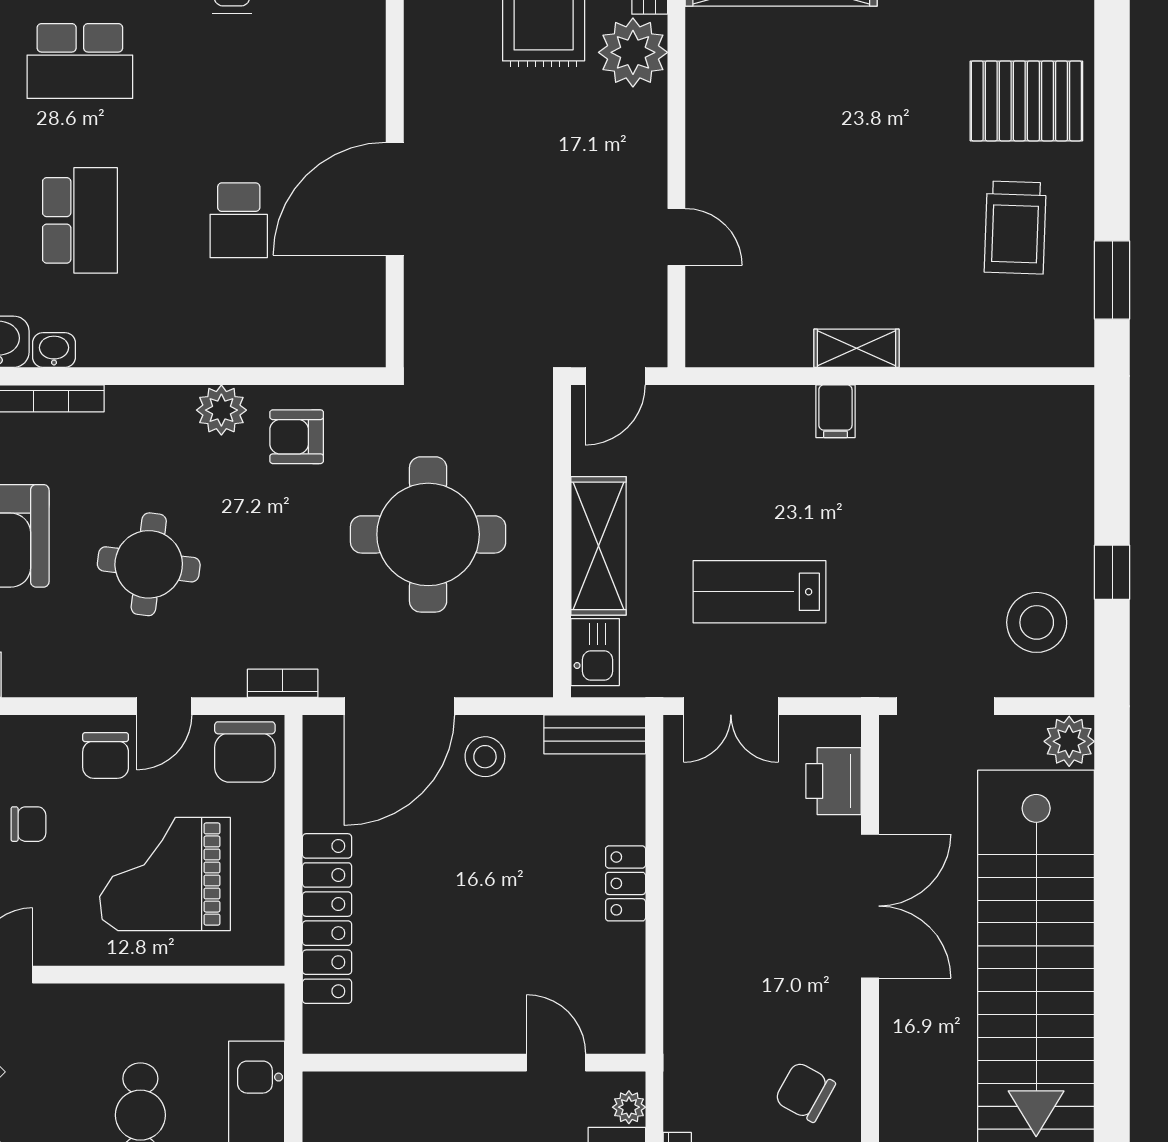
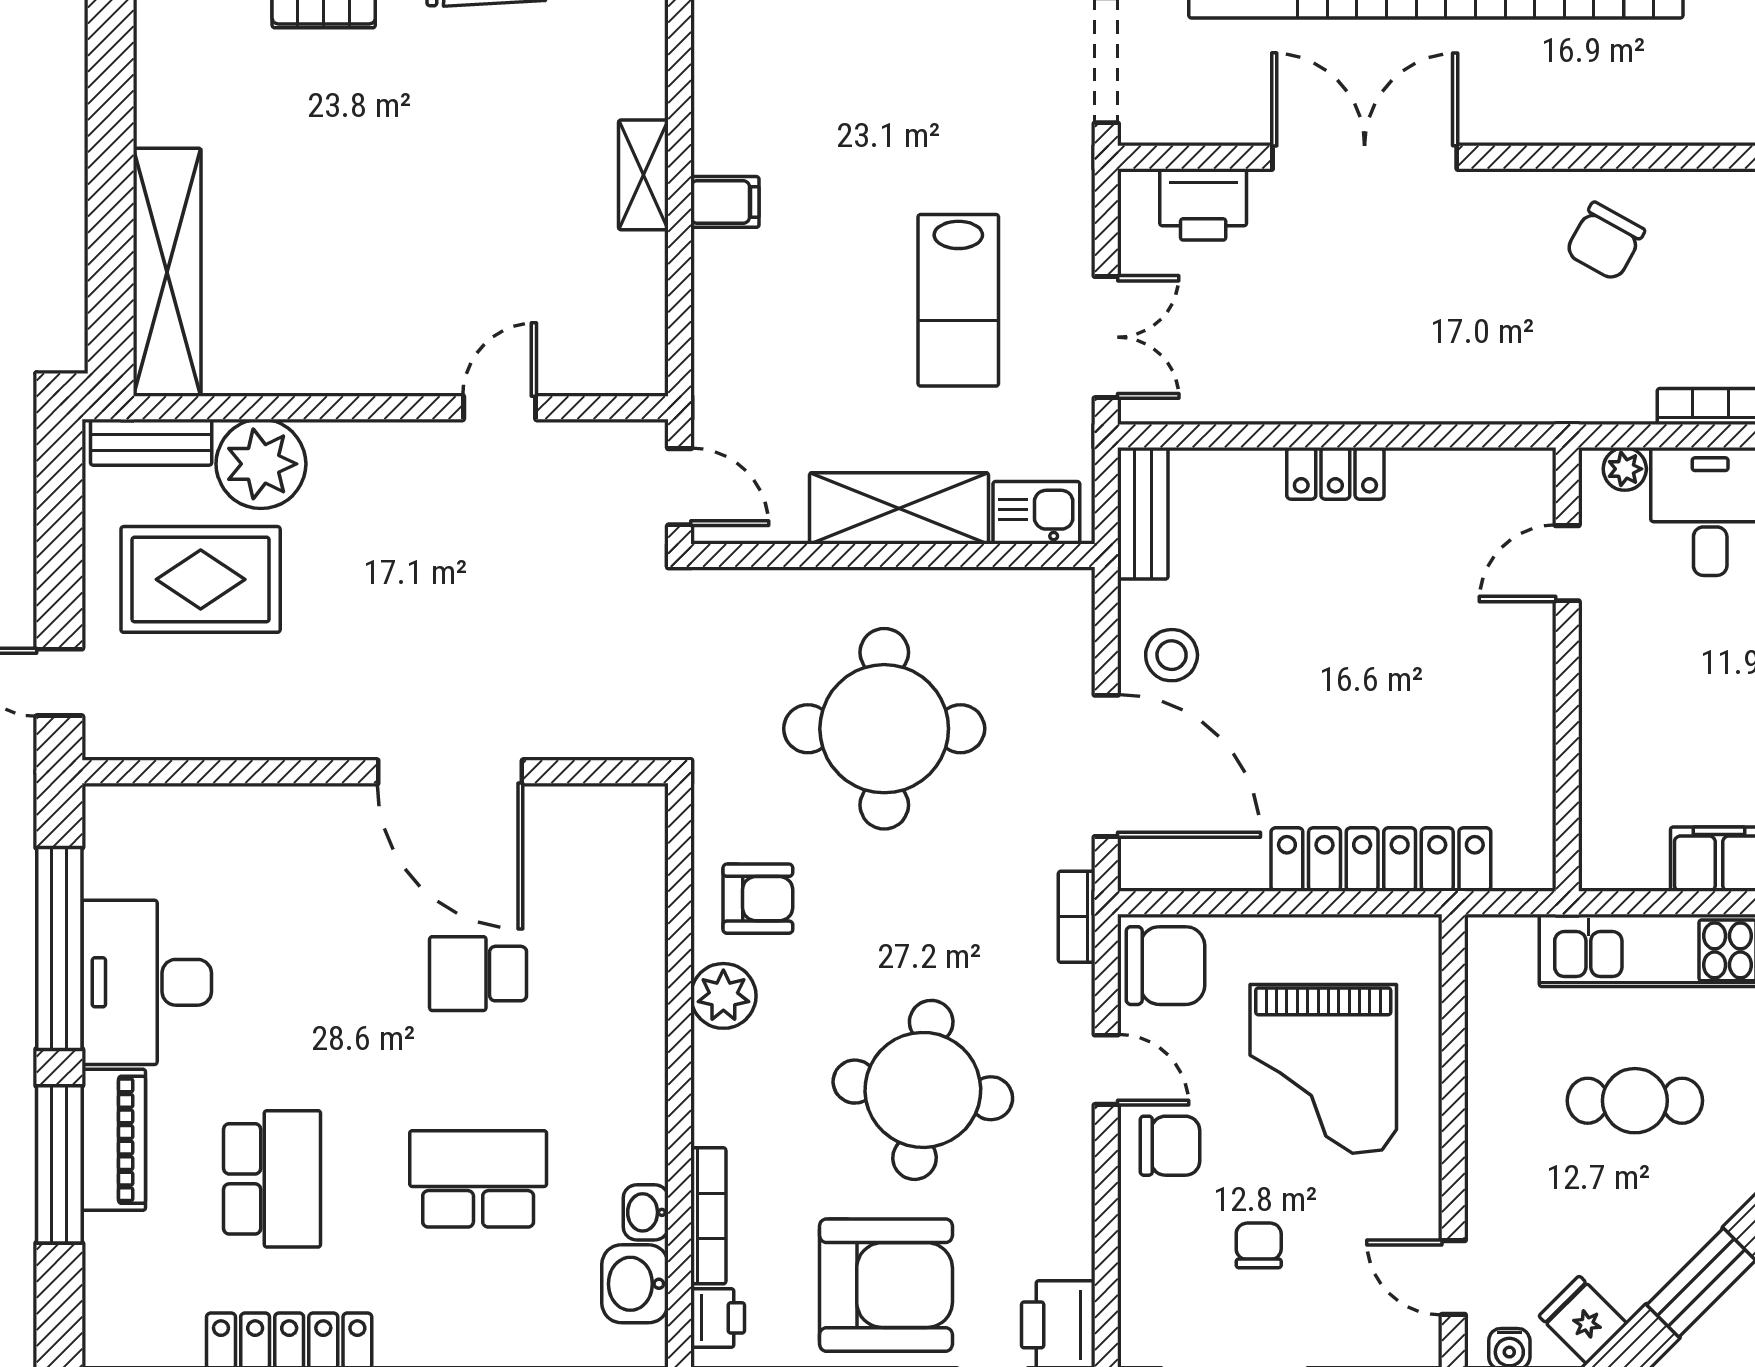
school desk: (239, 220) -> (478, 974), turned 180
armchair: (297, 437) -> (758, 899), turned -90
round table: (149, 564) -> (923, 1090), width x1.36, depth x1.36

